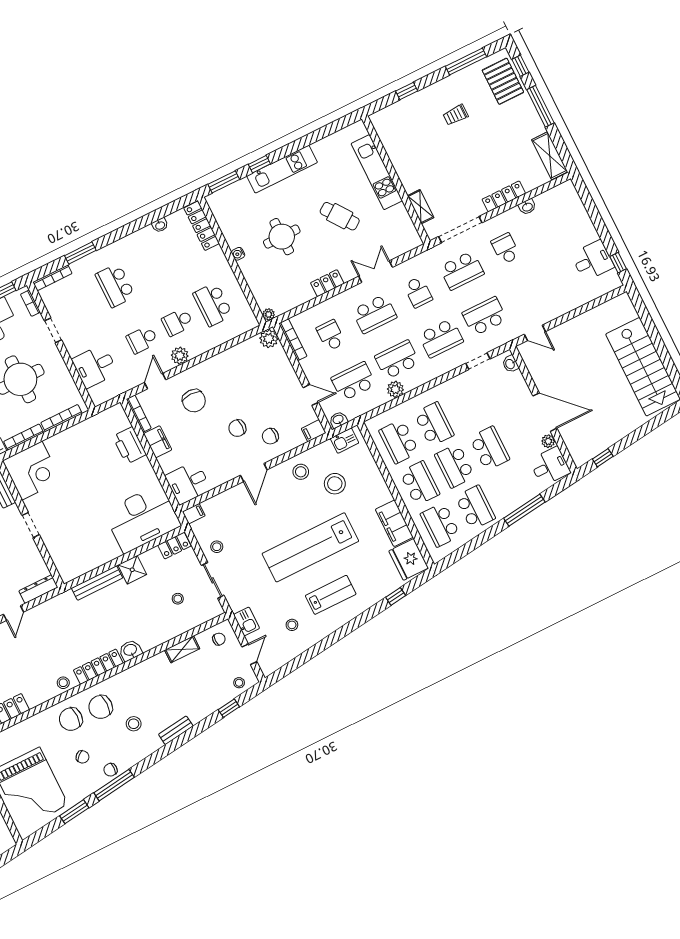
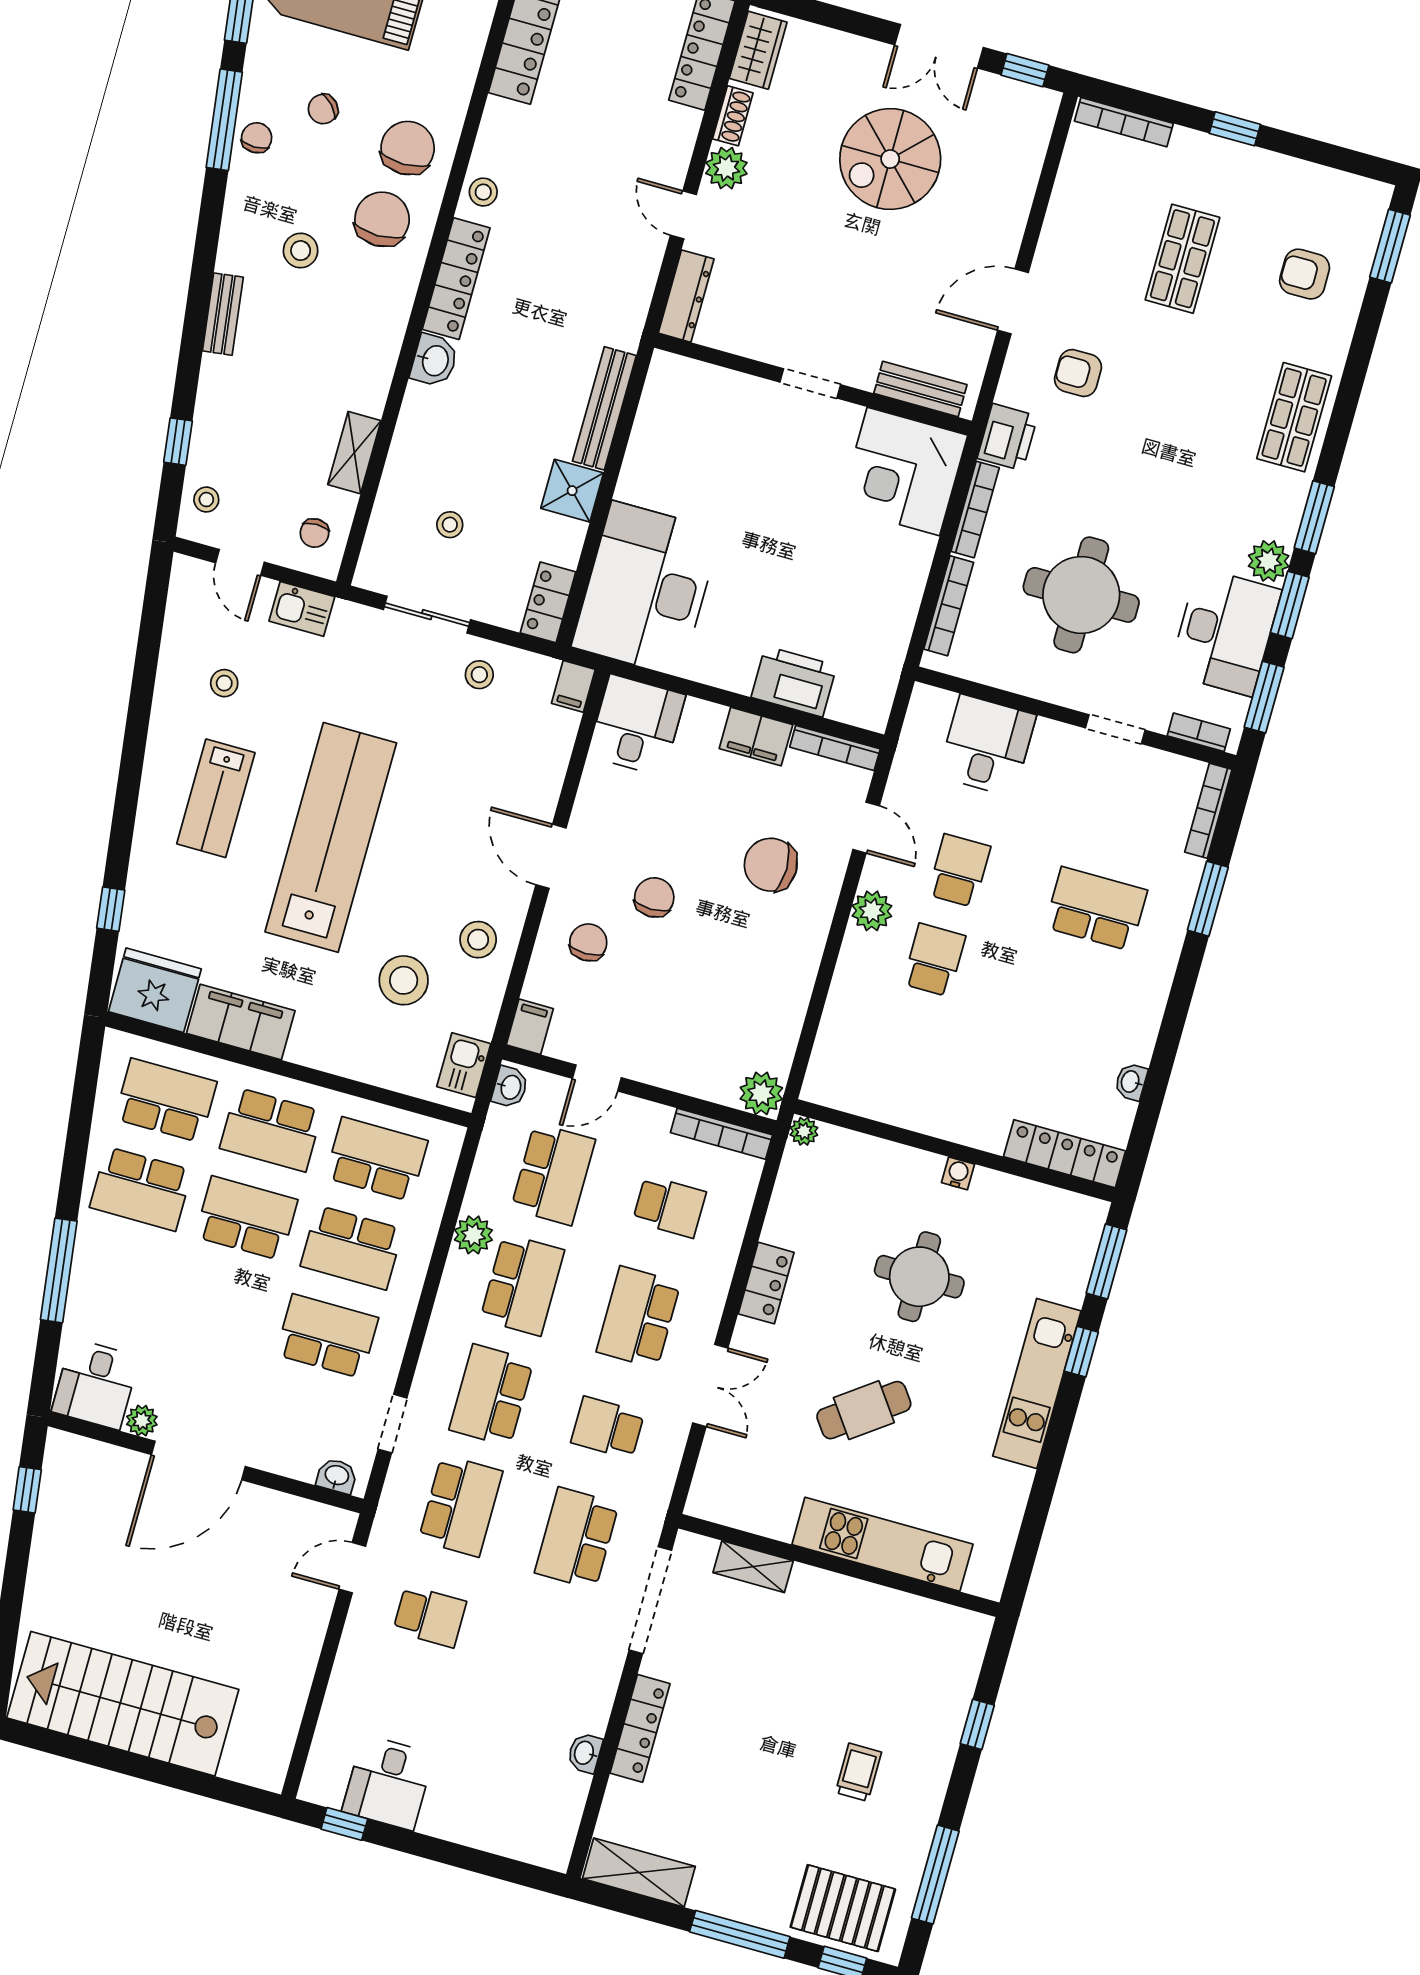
school desk: (505, 249) -> (430, 1616), moved
school desk: (213, 304) -> (909, 1049), removed
school desk: (490, 448) -> (327, 1336), moved, turned 180

